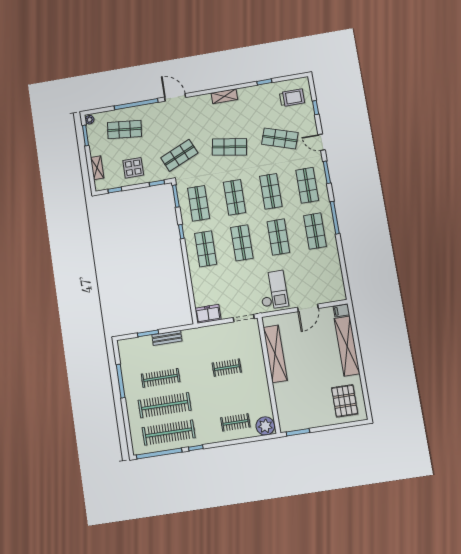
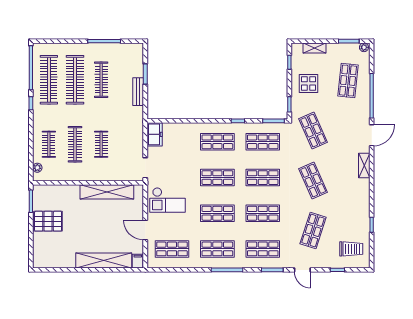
shelving: (224, 96) -> (364, 166), moved
trolley: (292, 98) -> (351, 249), turned -90
door: (322, 142) -> (302, 270), swing flipped
shop shelf: (229, 147) -> (313, 180), turned -33
shop shelf: (323, 277) -> (172, 249), added
clothes rail: (231, 395) -> (75, 144), added
pallet: (345, 401) -> (48, 221), moved
plant: (265, 426) -> (37, 168), width x0.53, depth x0.53

